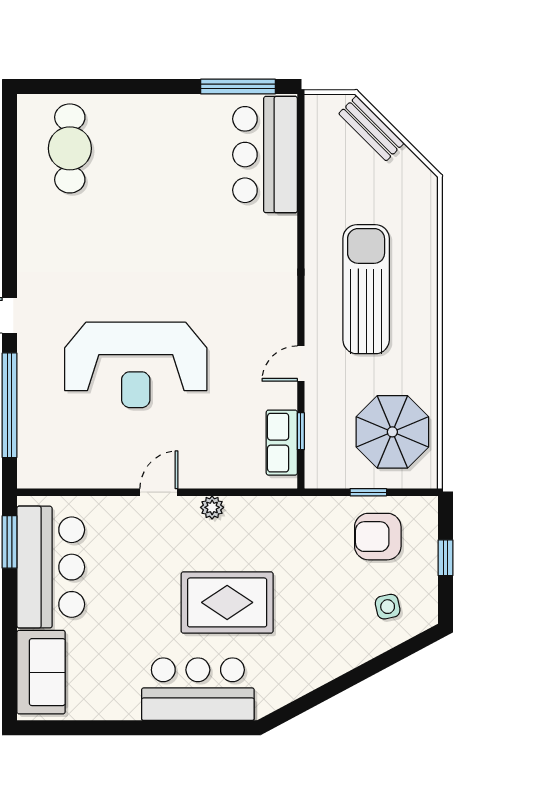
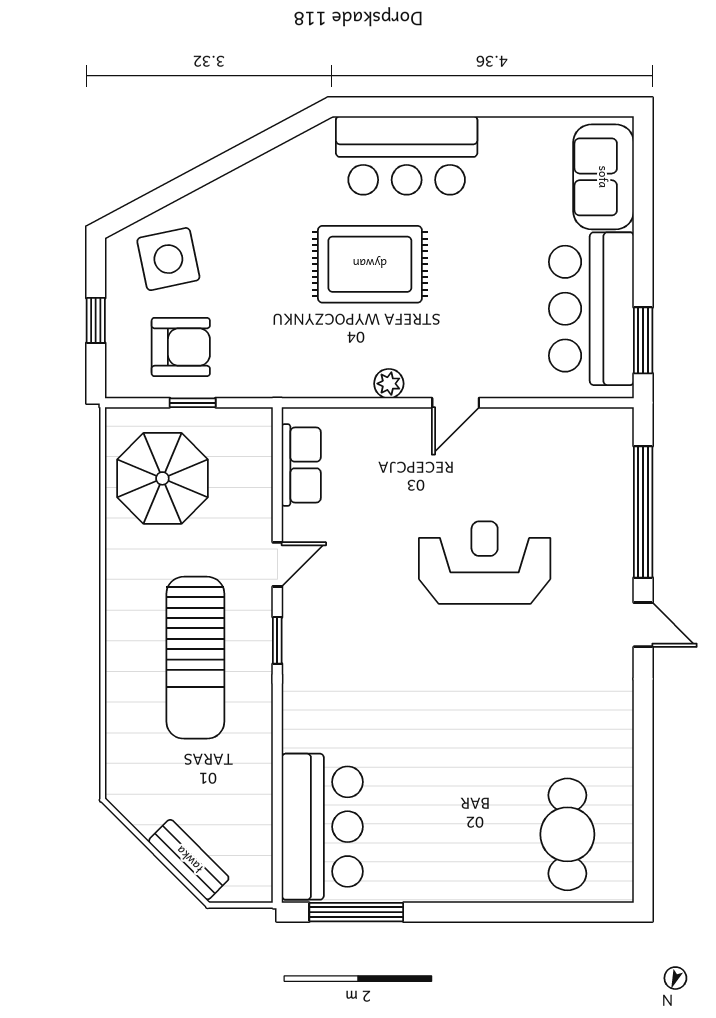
reception desk: (136, 365) -> (485, 563), width x0.74, depth x0.77
window: (301, 431) -> (277, 640), moved
side table: (388, 607) -> (168, 259), width x1.87, depth x1.87

